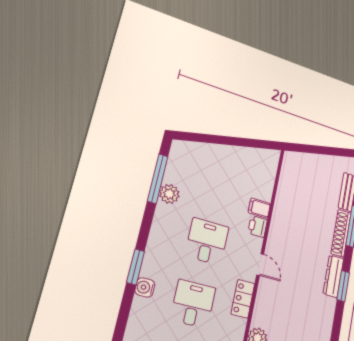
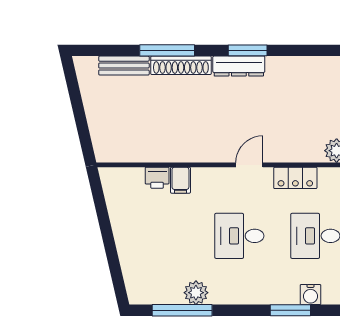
printer: (258, 226) -> (157, 178), moved

